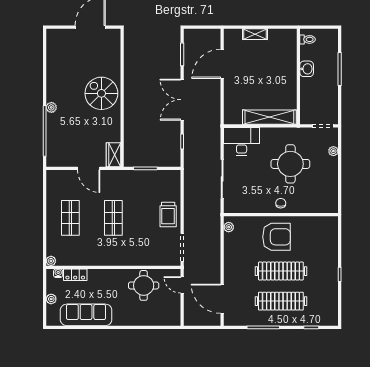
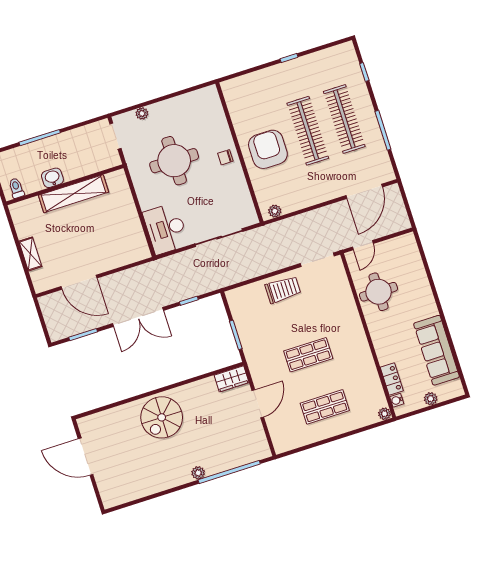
shelving: (269, 117) -> (73, 194), moved, turned 90

